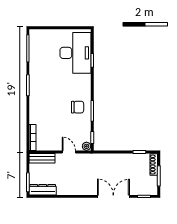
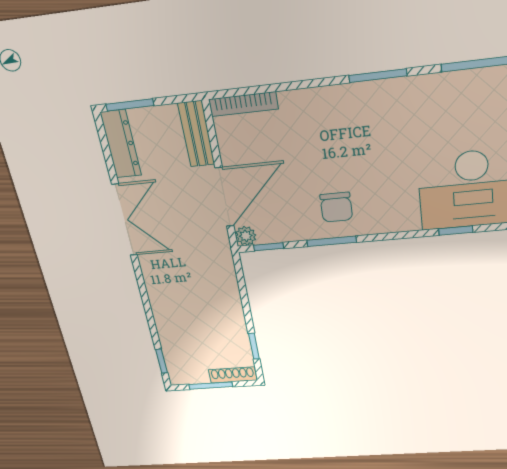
door: (69, 152) -> (224, 197), width x1.88
double door: (113, 196) -> (125, 220), moved

